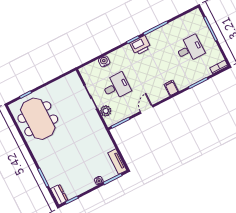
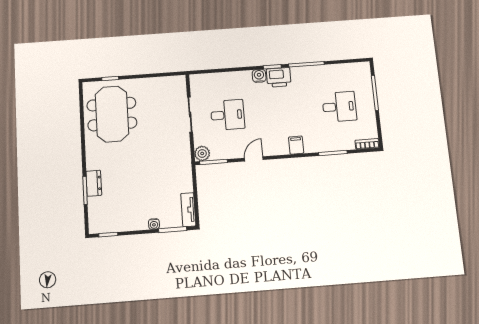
water cooler: (104, 61) -> (259, 76), moved
plant: (106, 111) -> (202, 153), moved
dresser: (59, 195) -> (94, 183), moved

